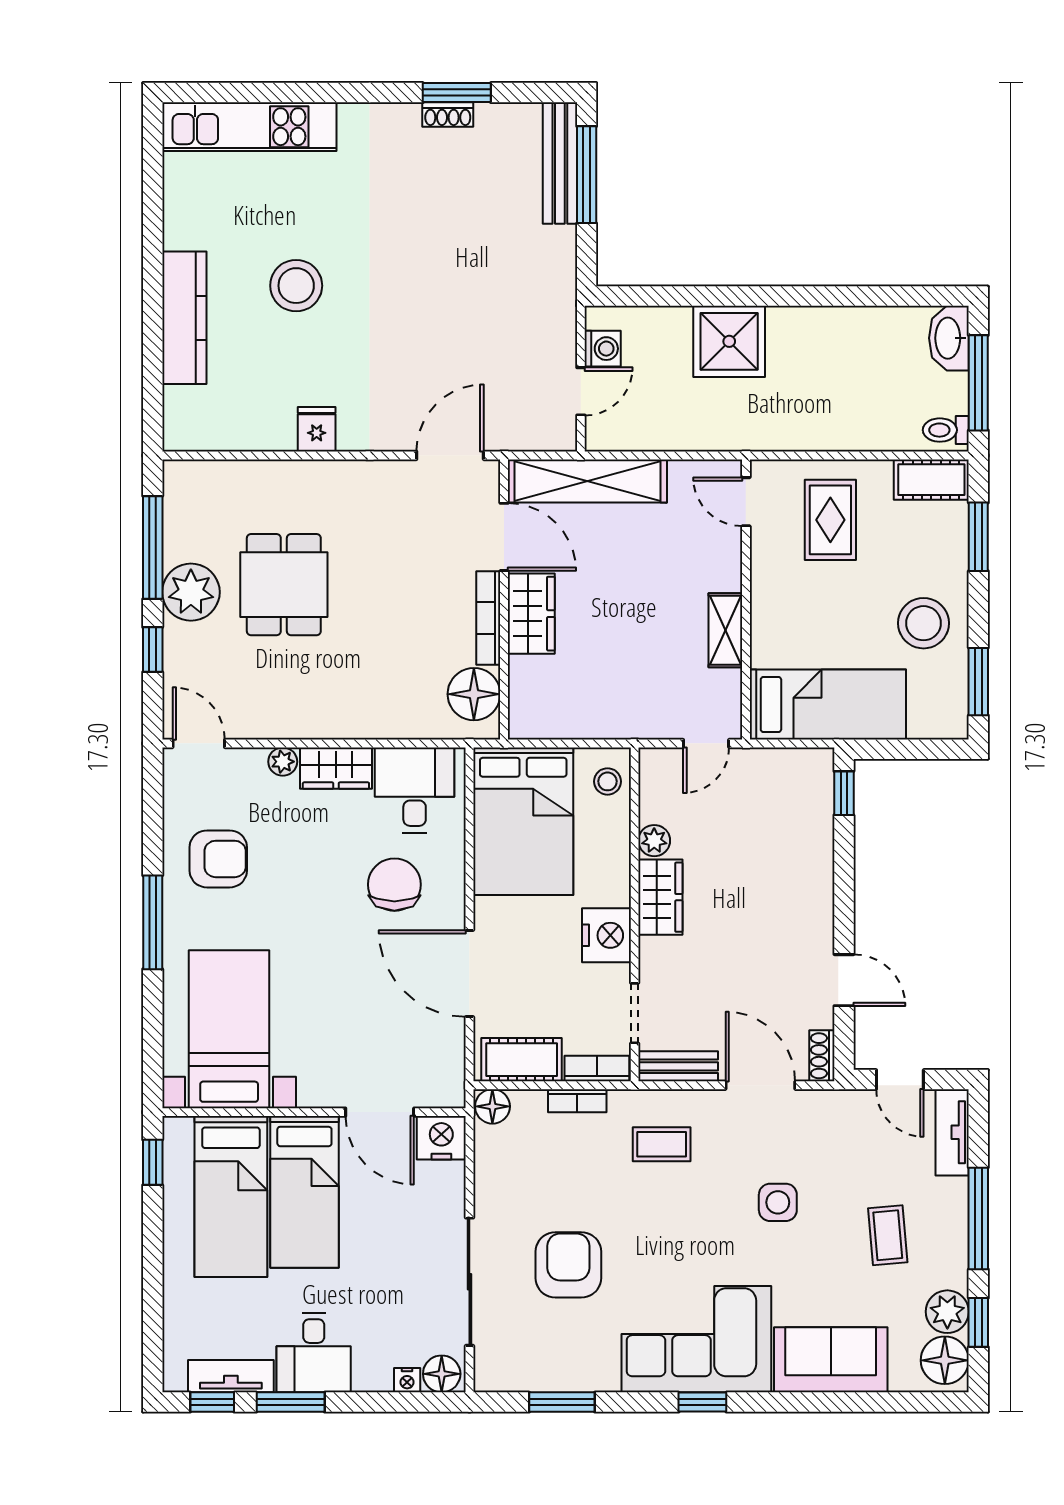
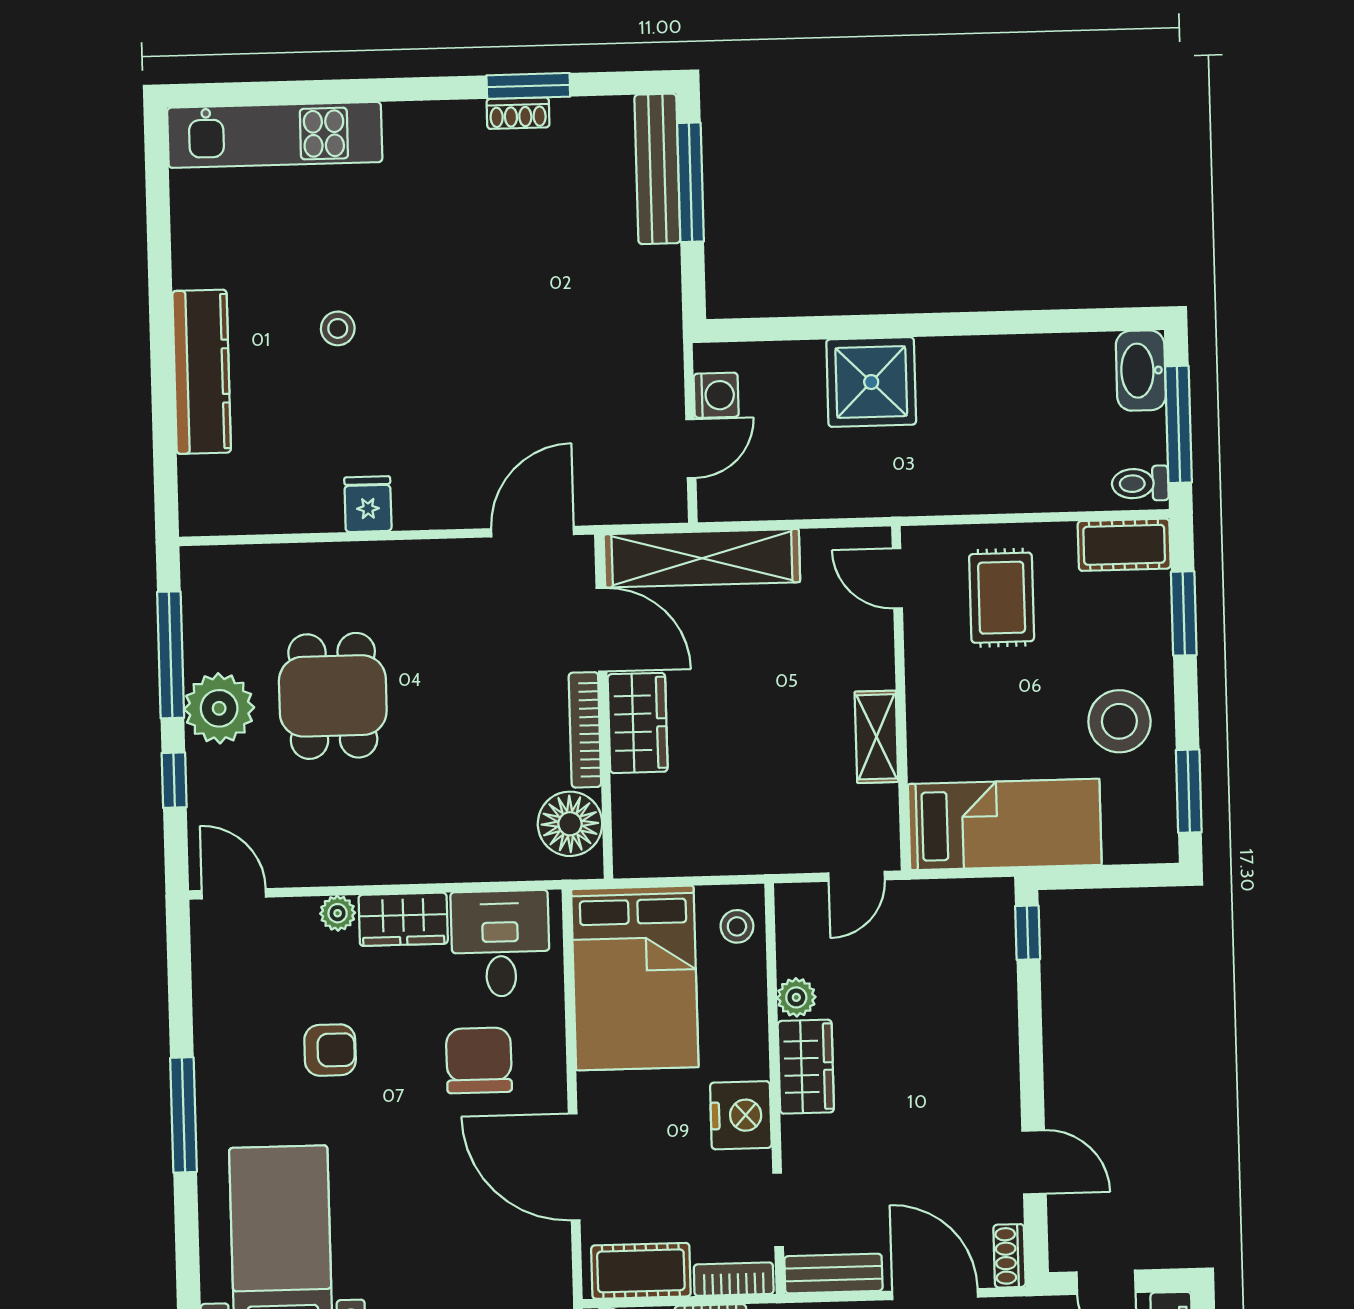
stool: (296, 286) -> (338, 328), width x0.53, depth x0.53
armchair: (218, 859) -> (330, 1050), moved, width x0.72, depth x0.72

